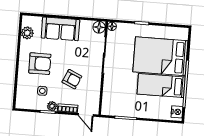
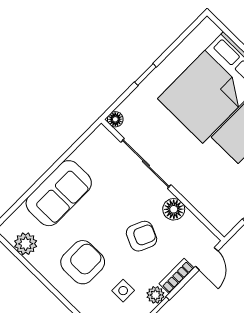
floor lamp: (99, 27) -> (174, 209), moved
door: (86, 115) -> (207, 259), hinge flipped

